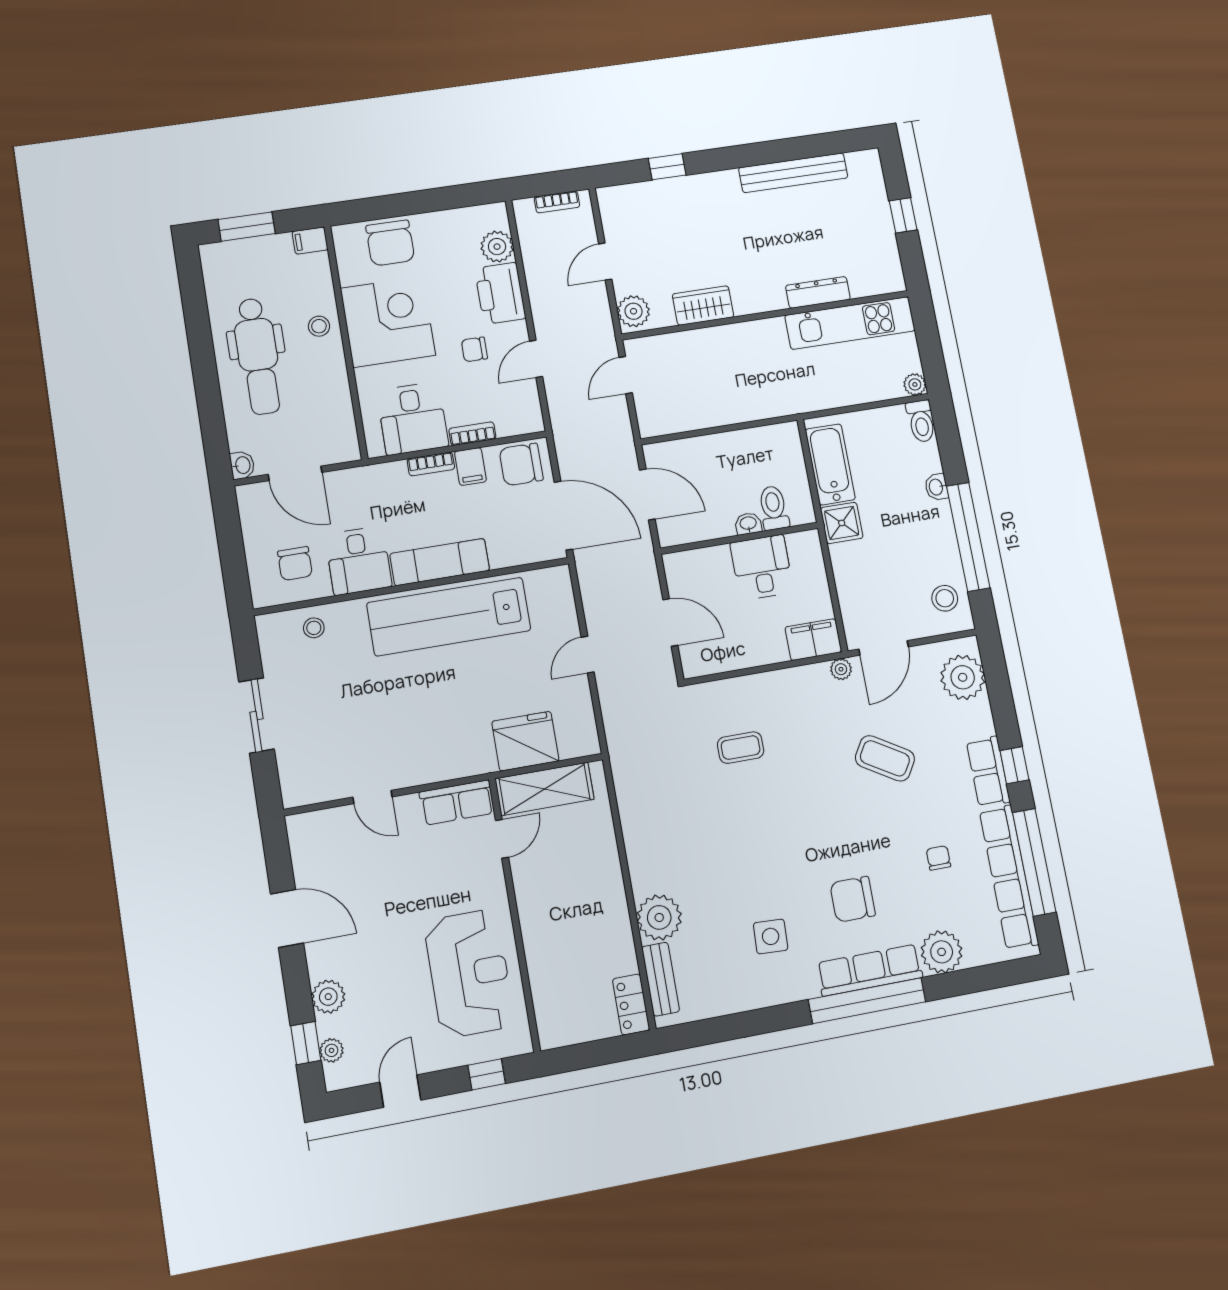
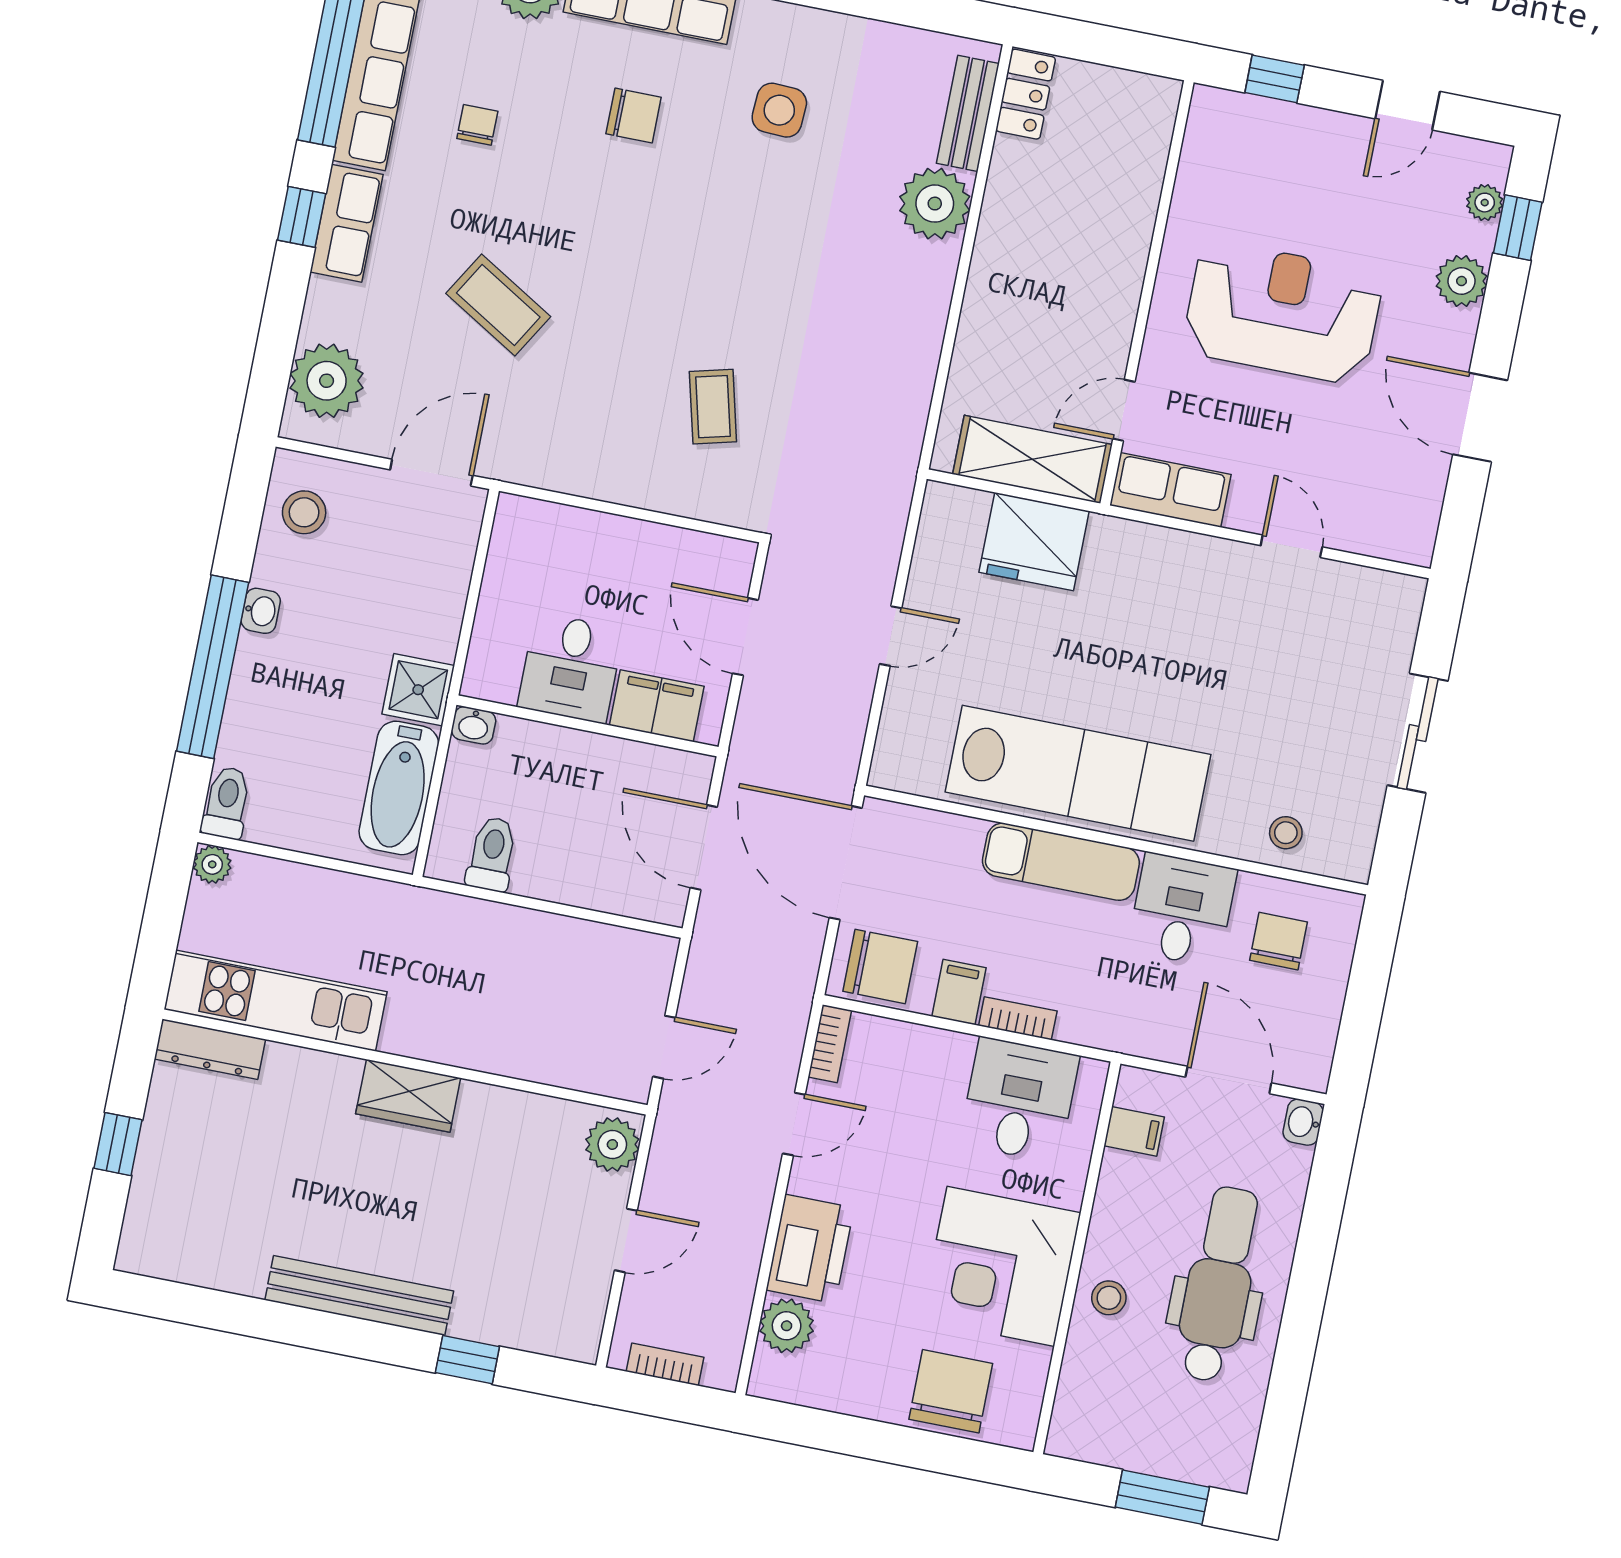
bench: (793, 173) -> (359, 1296), moved
filing cabinet: (310, 241) -> (1134, 1131), moved
dresser: (818, 292) -> (210, 1049), moved
wardrobe: (703, 306) -> (408, 1096), moved
chair: (474, 349) -> (884, 1174), removed
bookcase: (472, 434) -> (830, 1044), moved, turned -90
washbasin: (936, 487) -> (261, 611), moved
toilet: (774, 508) -> (492, 854), moved, turned 180
washbasin: (748, 524) -> (474, 725), moved
window: (968, 537) -> (213, 667), moved
filing cabinet: (813, 640) -> (657, 706), moved, turned 180
plant: (841, 669) -> (511, 466), removed
coffee table: (741, 748) -> (713, 407), turned 76
chair: (938, 858) -> (477, 125), turned 180
chair: (853, 899) -> (634, 116), width x0.73, depth x0.73
reception desk: (469, 973) -> (1283, 312), moved, turned 90

